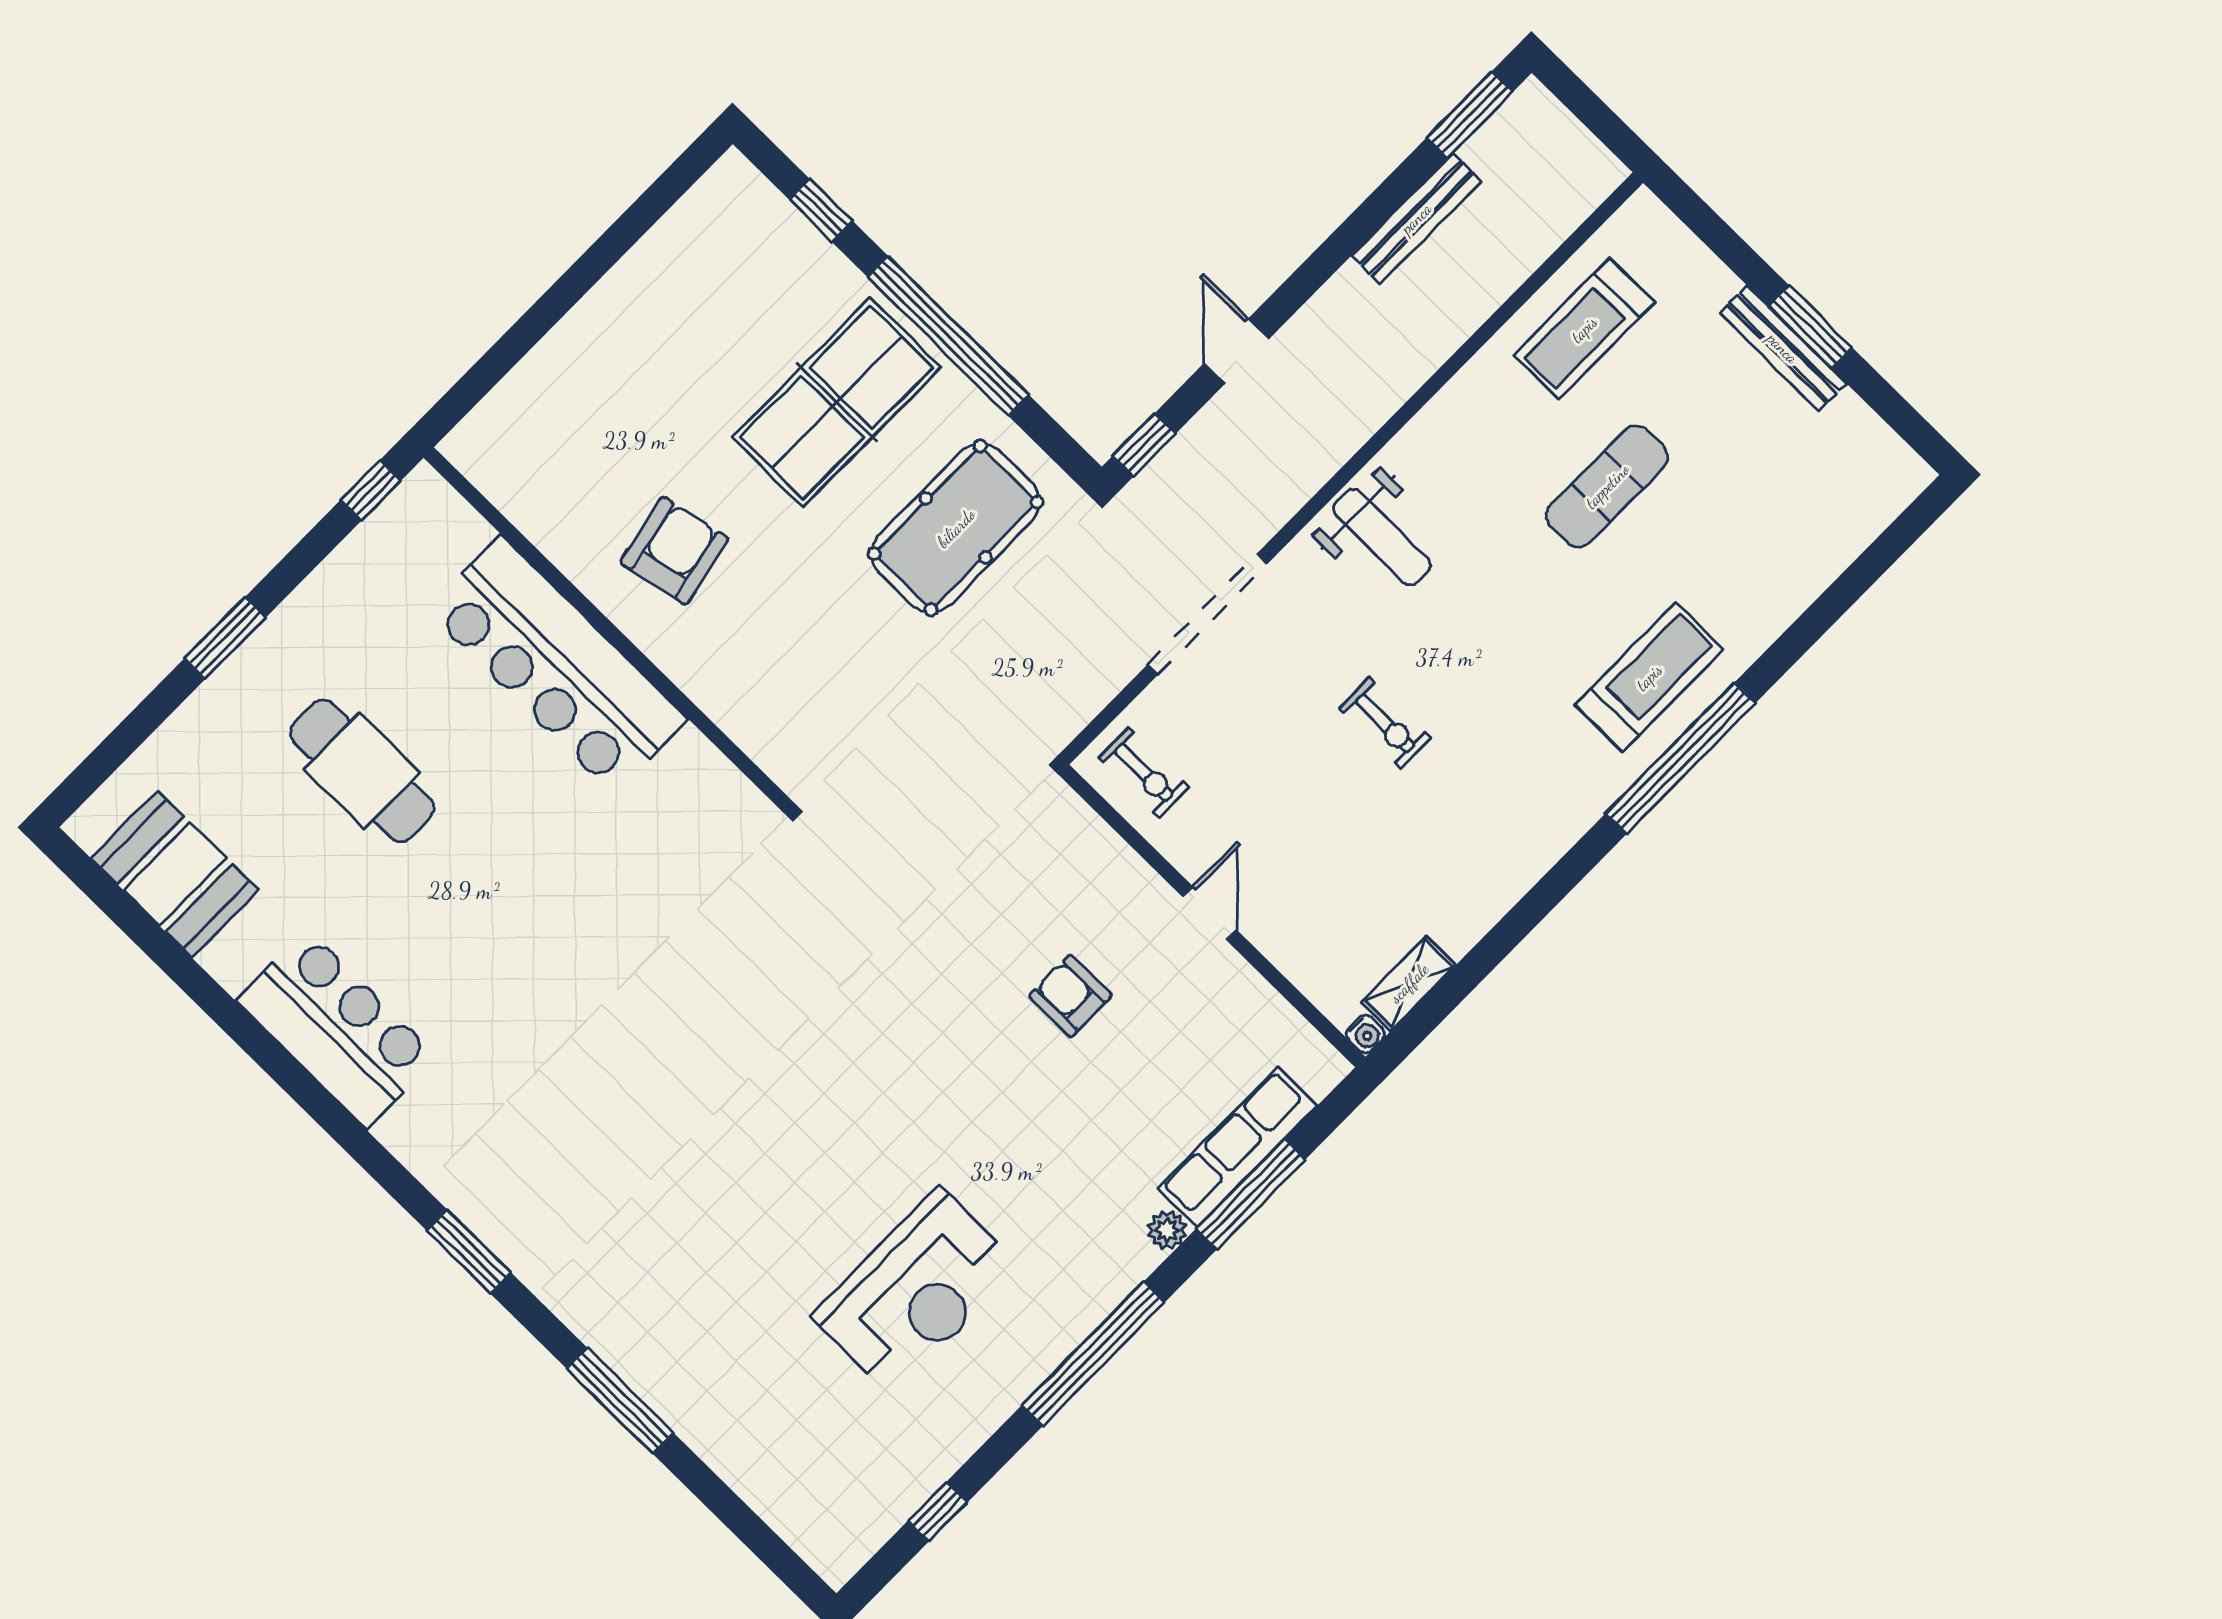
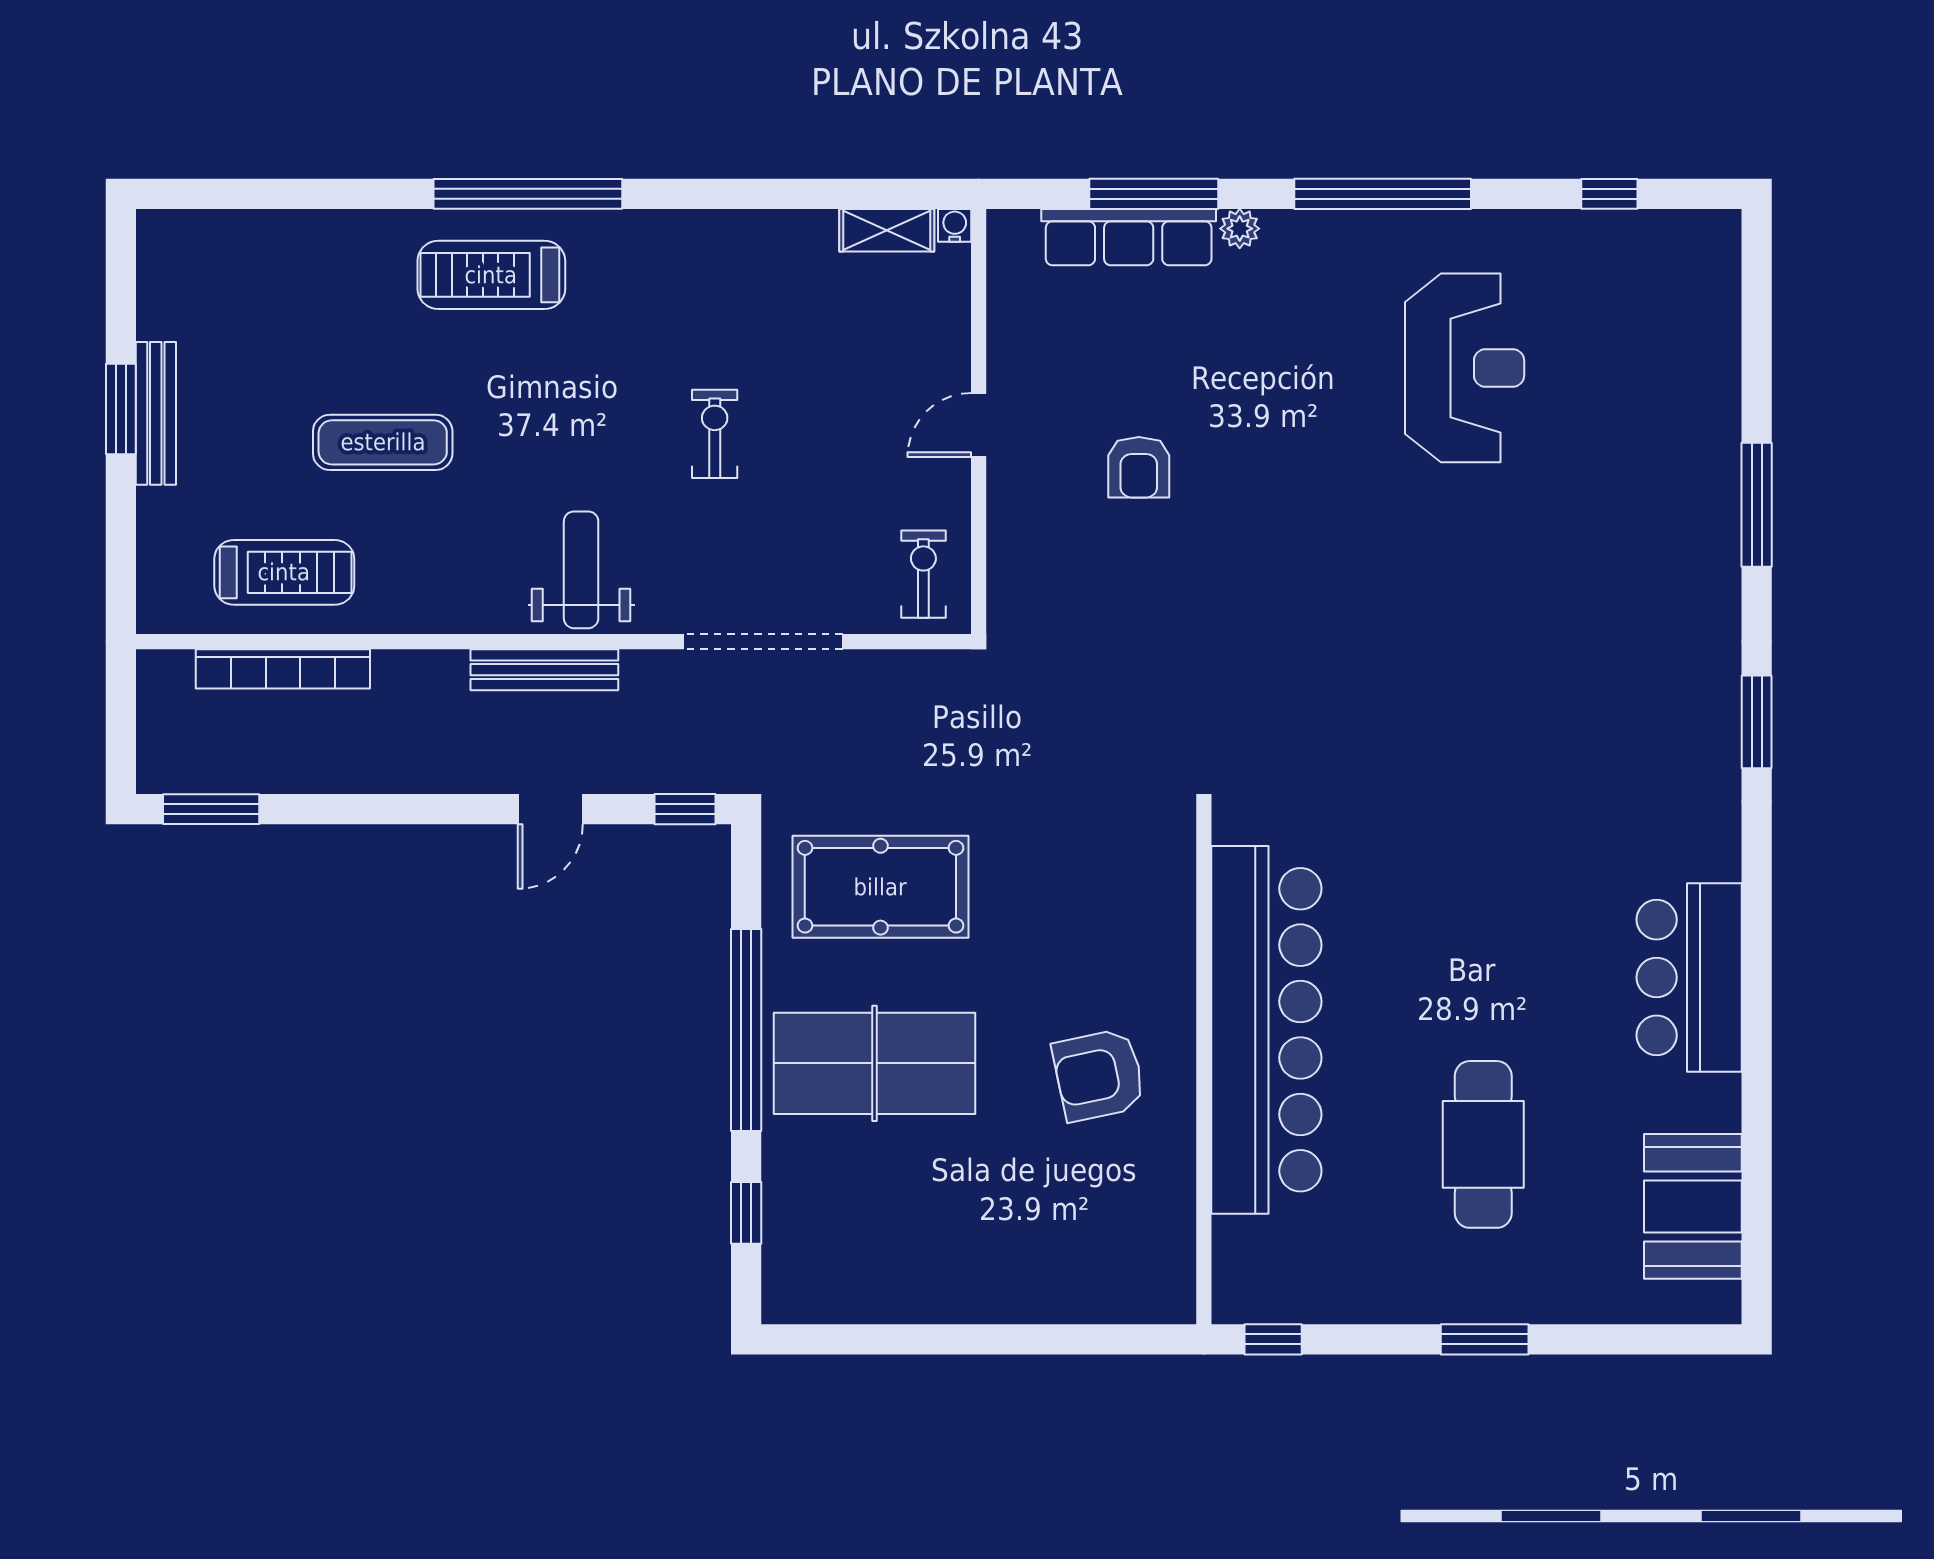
bench: (1416, 218) -> (544, 670), moved
bookcase: (1518, 261) -> (283, 669), added
bar counter: (557, 665) -> (1266, 1030), width x1.36
reception desk: (916, 1291) -> (1465, 368), turned 90

